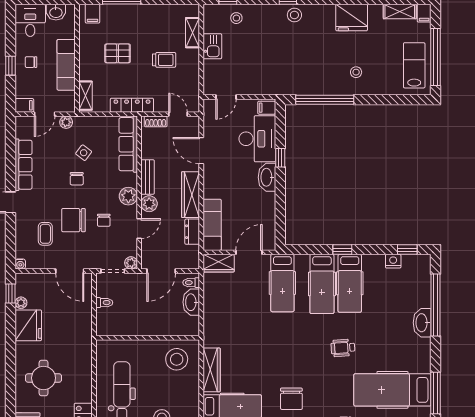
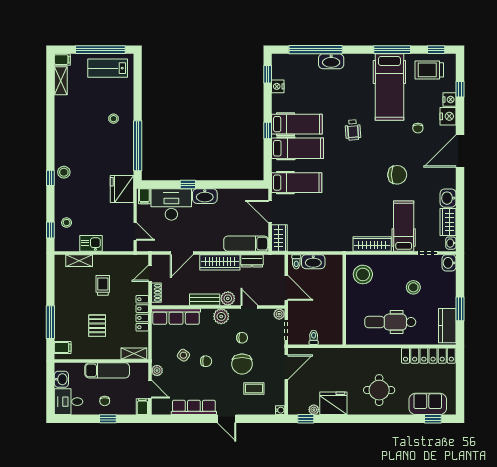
fridge: (352, 18) -> (122, 189), moved, turned 180

